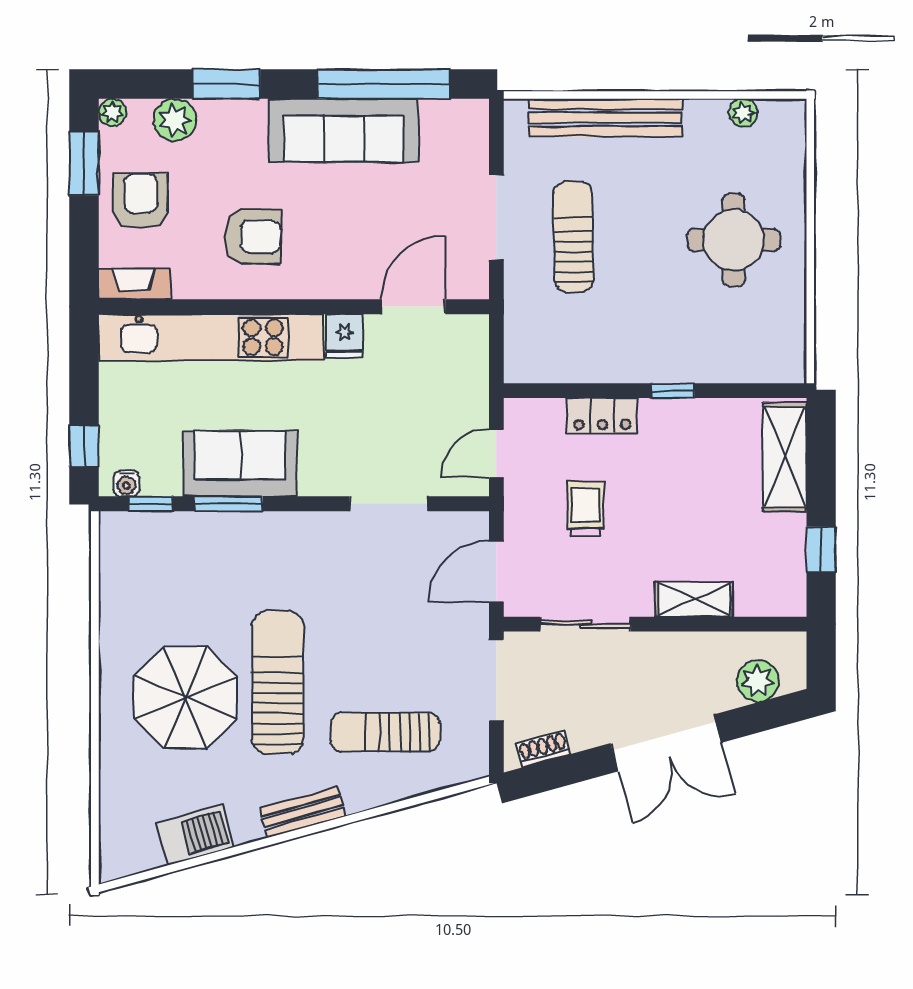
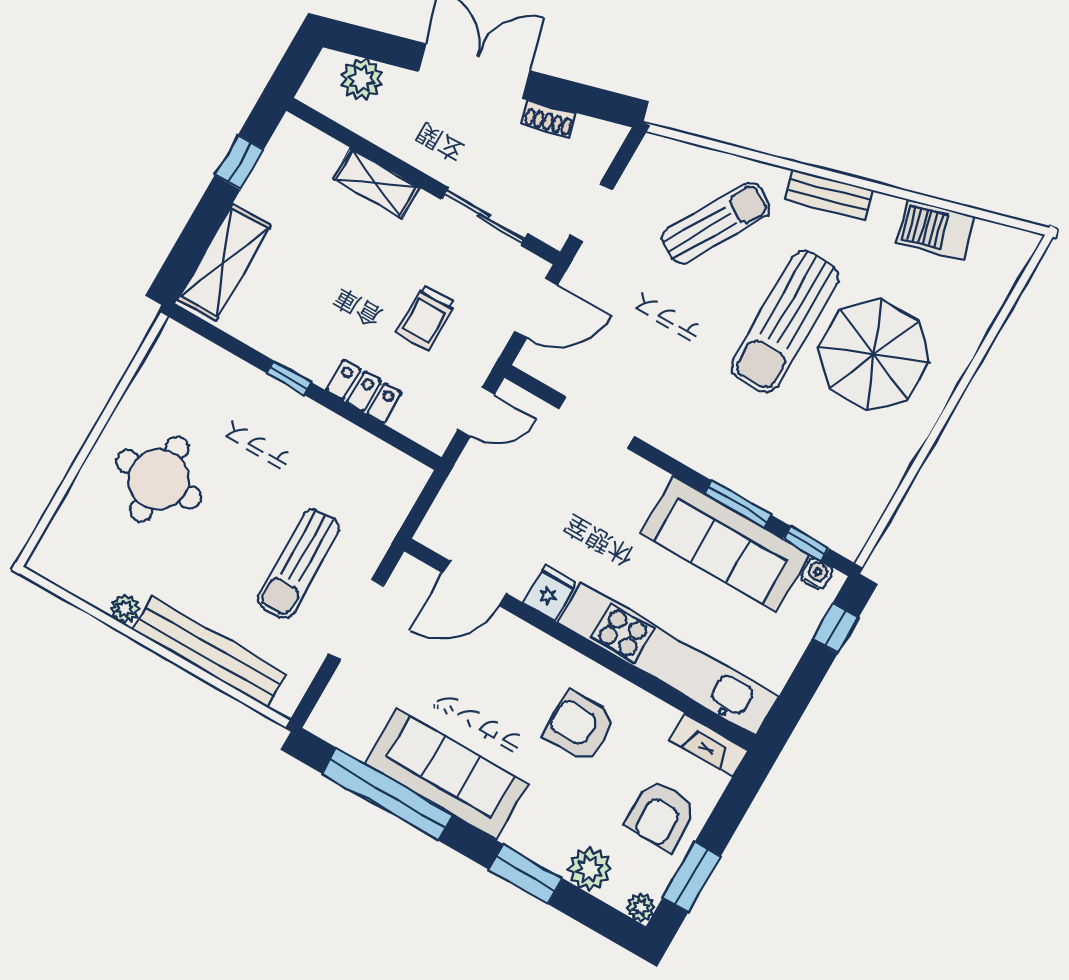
plant: (743, 113) -> (125, 609), moved
sofa: (240, 464) -> (725, 544), width x1.36
doorway: (496, 680) -> (591, 212), width x0.73
sun lounger: (385, 732) -> (716, 223), turned -60
shoe rack: (543, 749) -> (549, 119), moved

